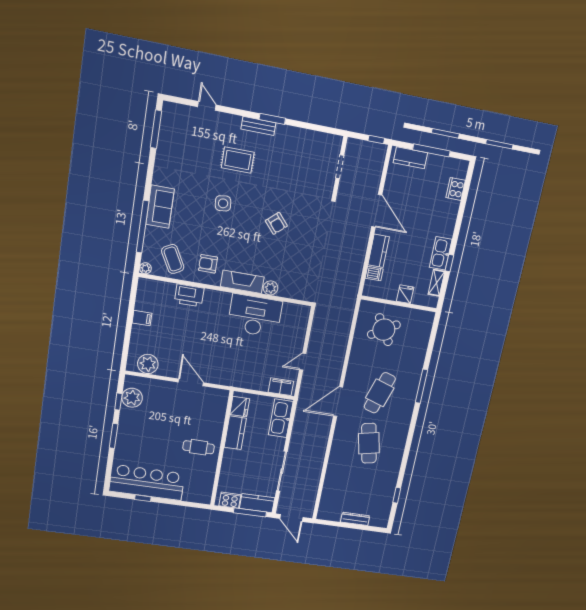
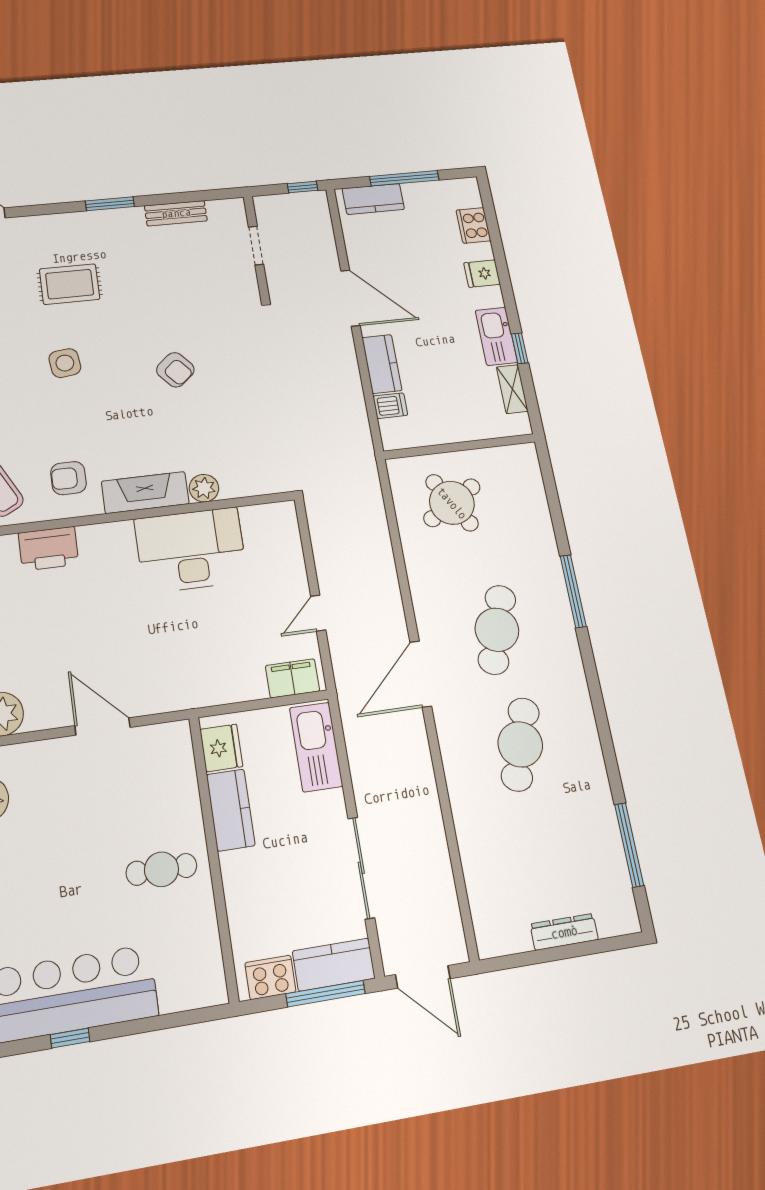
bench: (258, 126) -> (176, 213), moved
fridge: (405, 294) -> (482, 274), moved, turned -90
cafe table: (369, 443) -> (520, 744), turned 30
window: (397, 495) -> (629, 845), width x2.17

